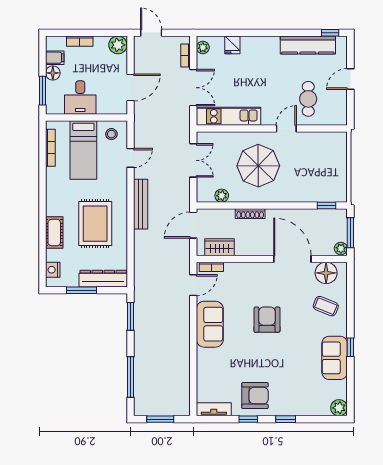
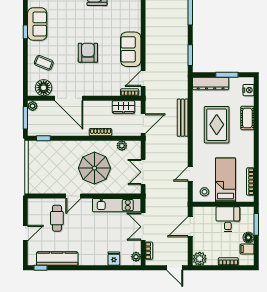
bench: (141, 204) -> (183, 118), moved
armchair: (267, 320) -> (88, 53), turned 180

